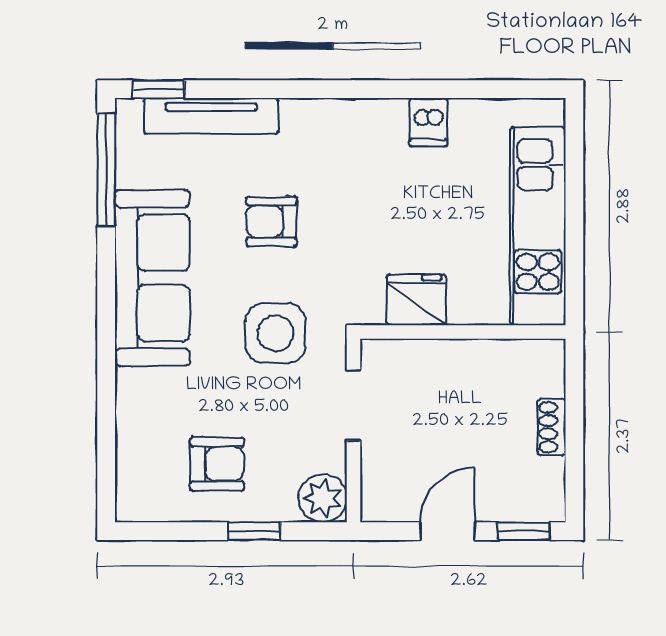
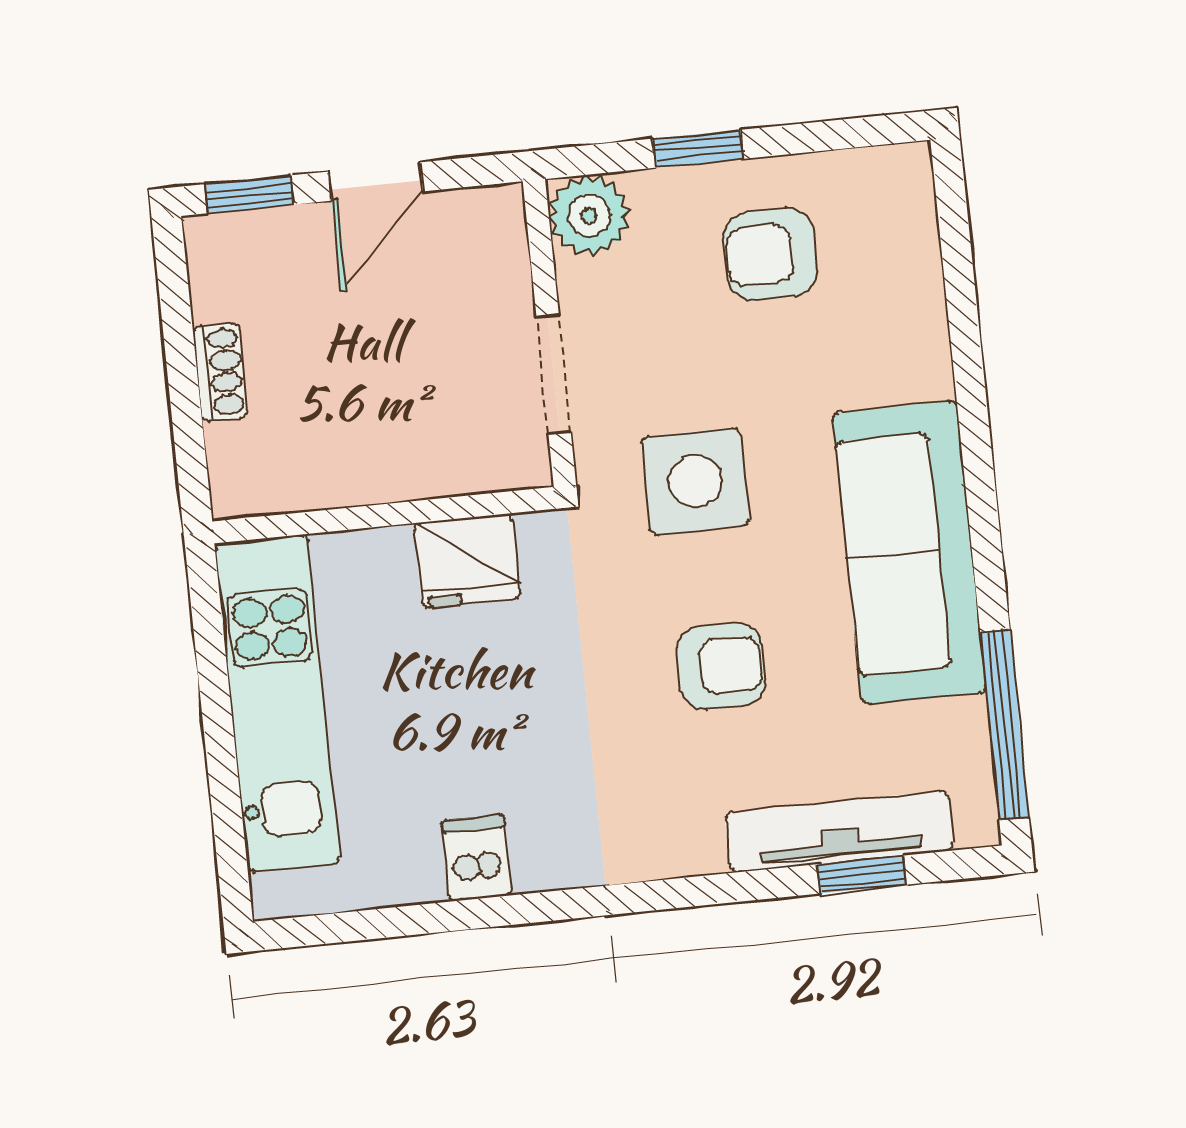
window: (159, 89) -> (862, 874), moved

